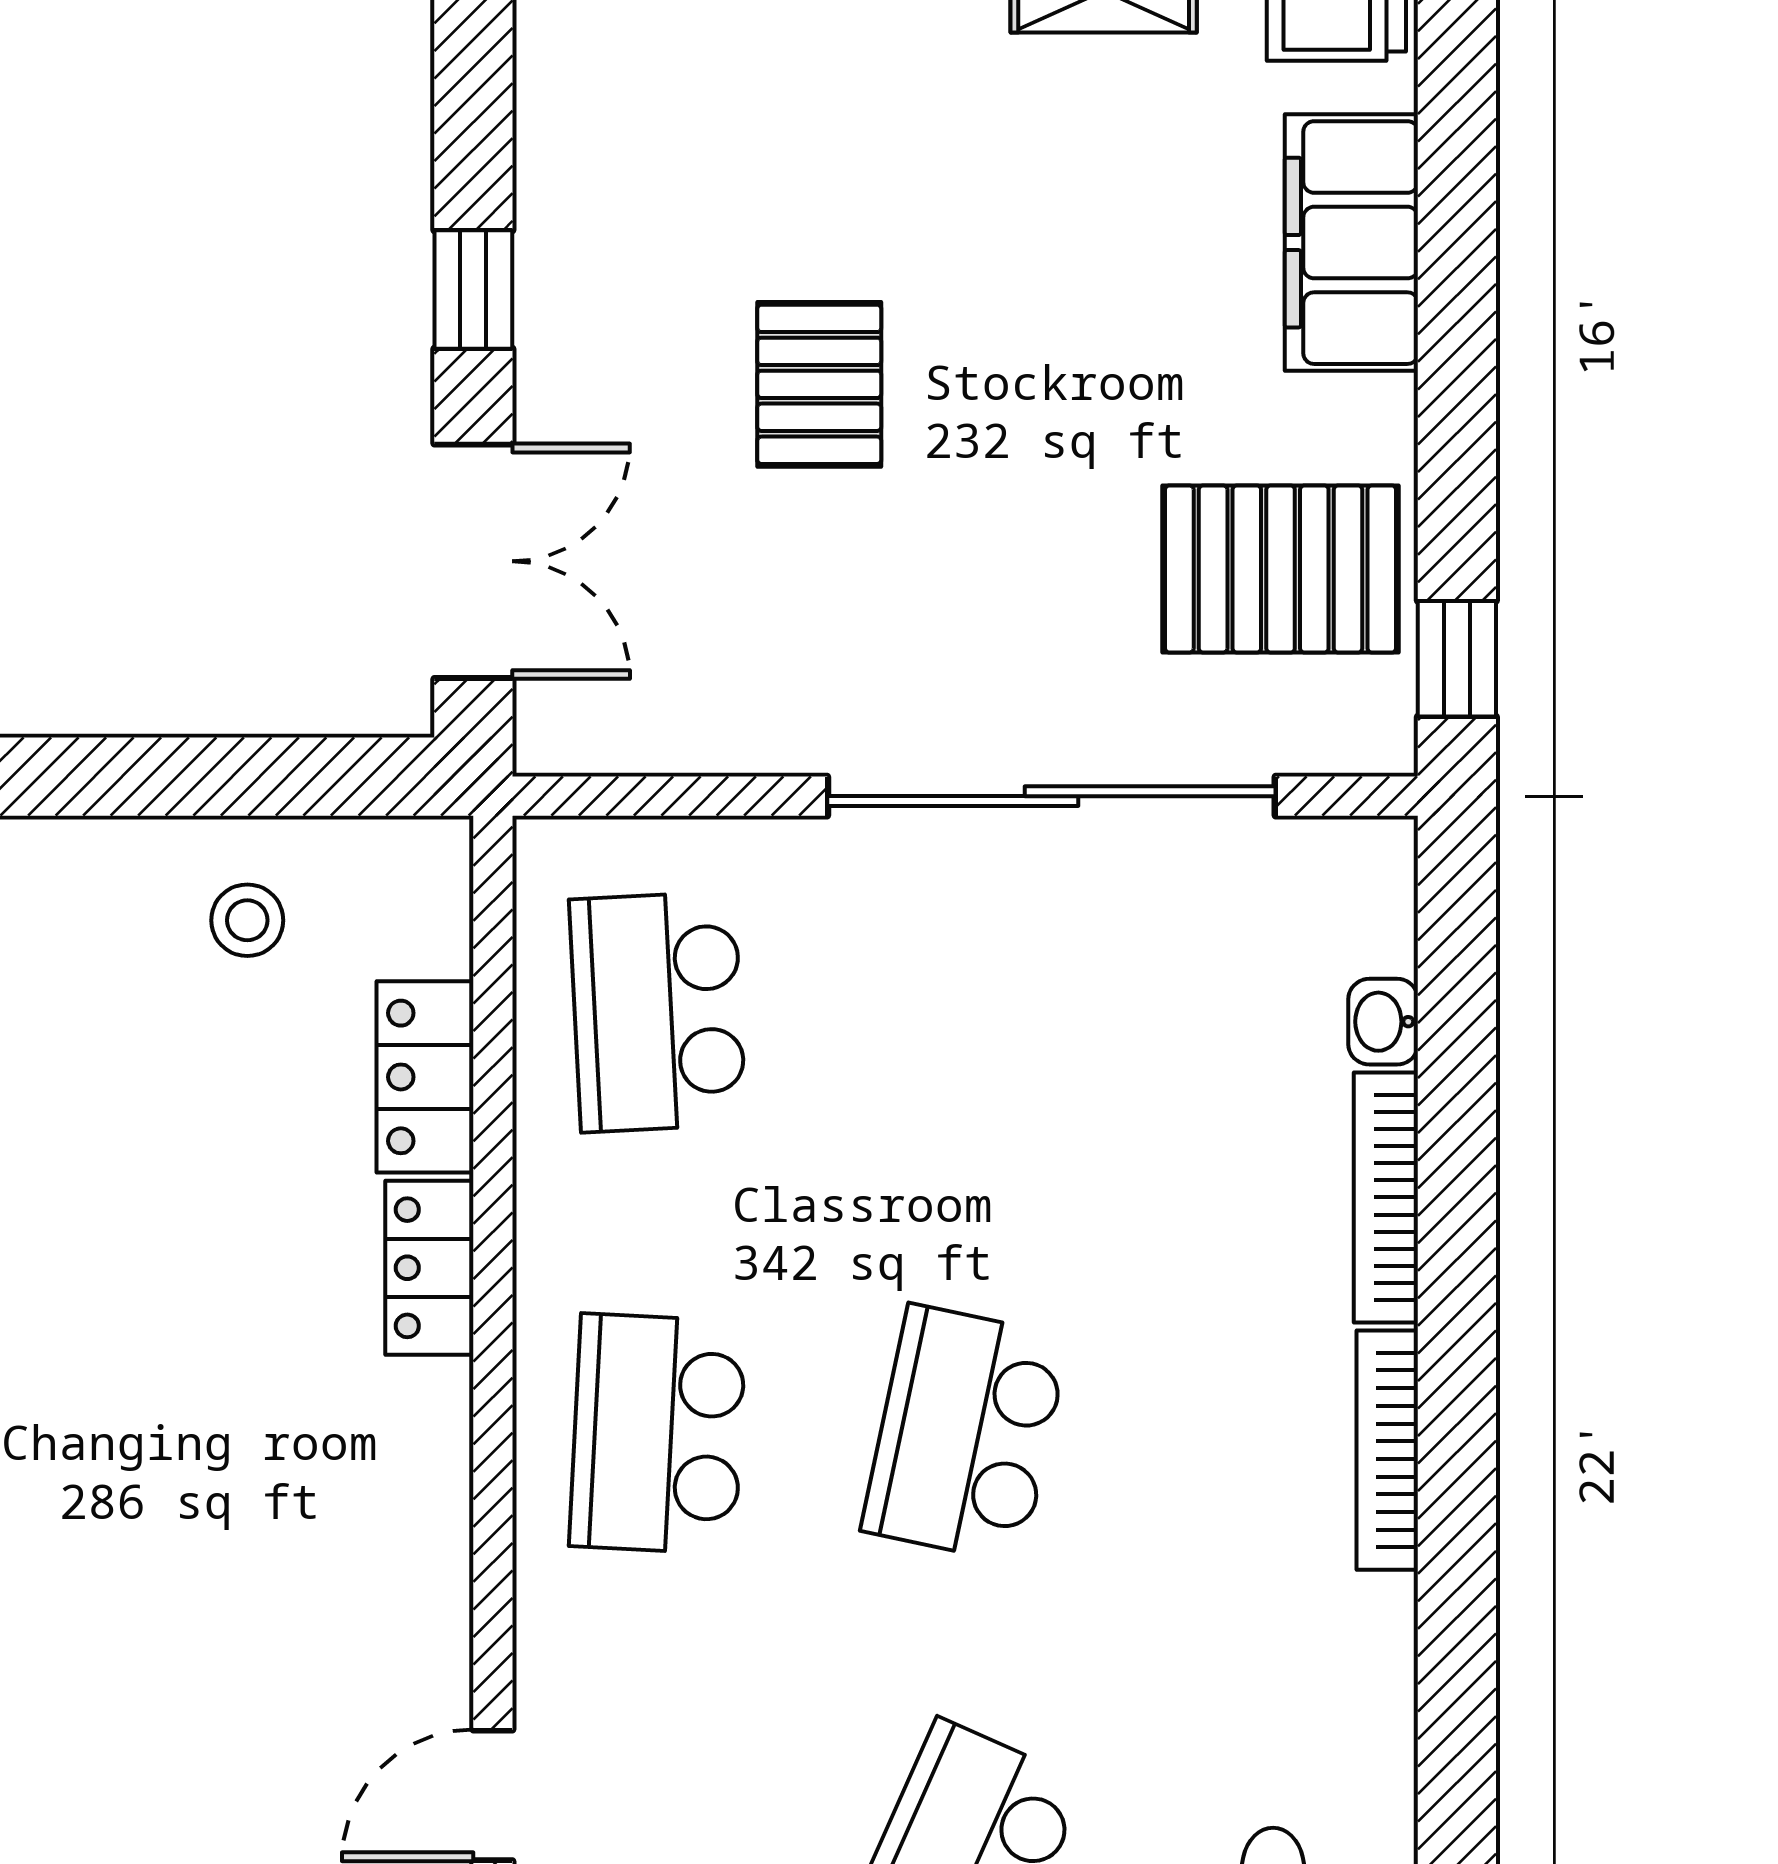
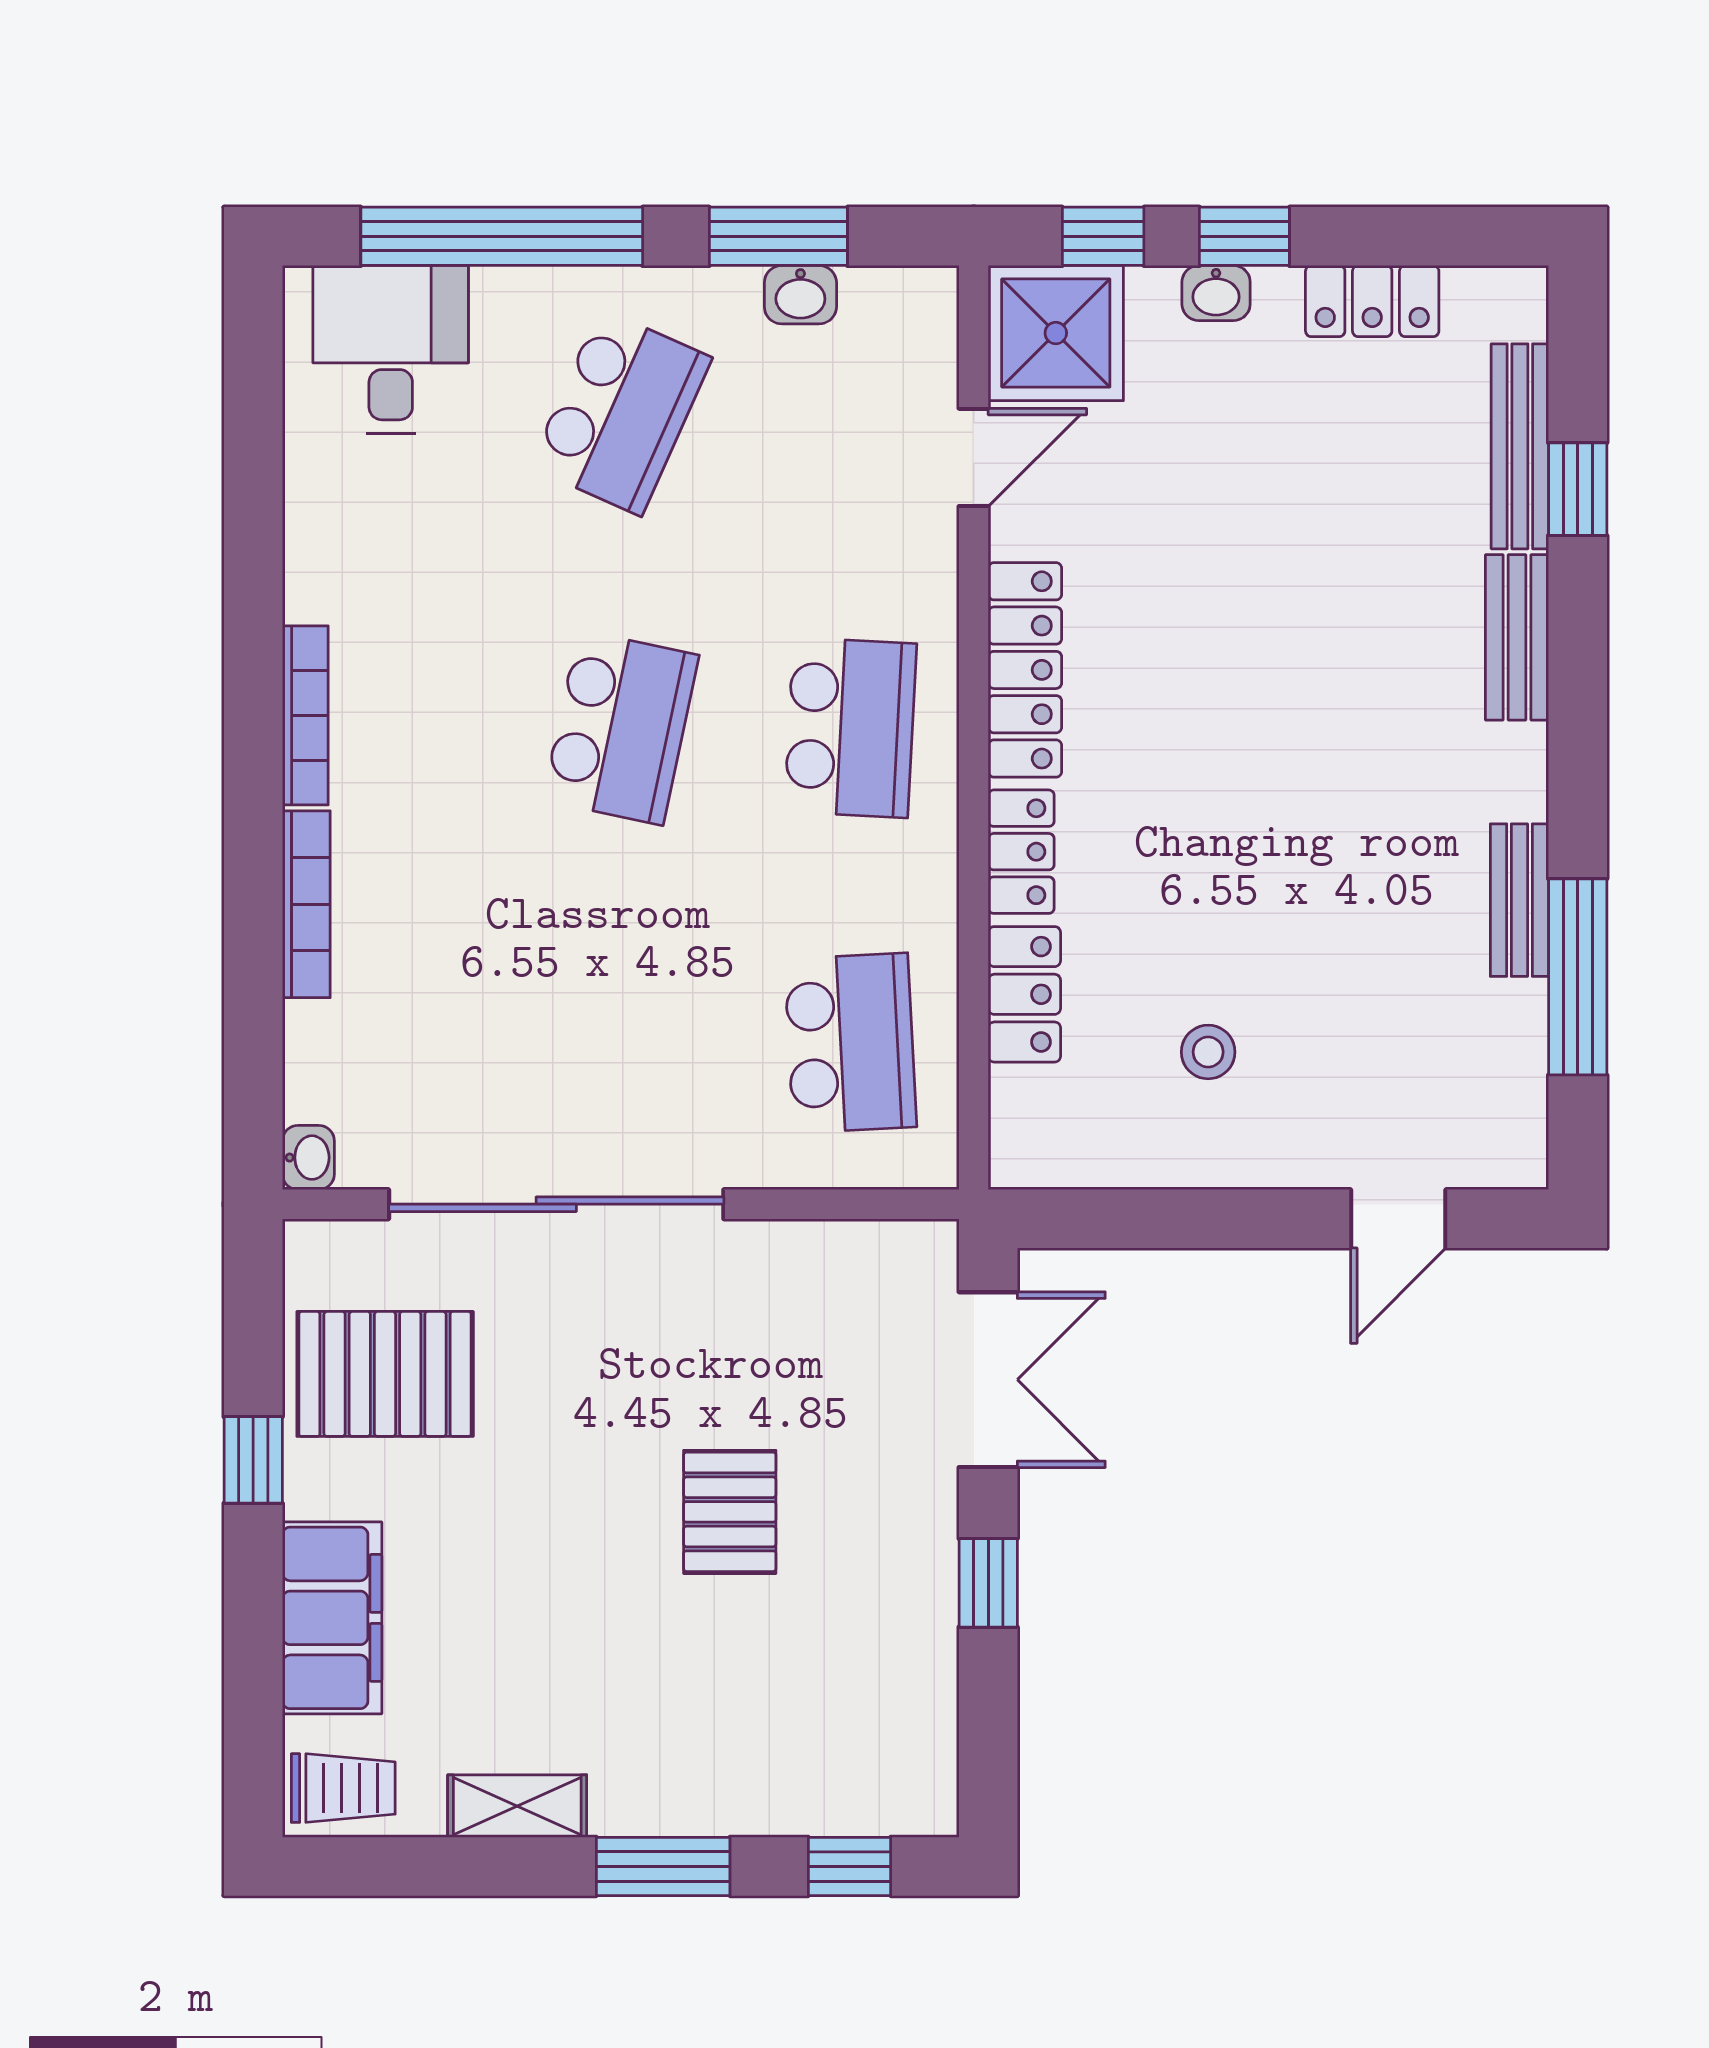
double door: (473, 561) -> (988, 1380), swing flipped
window: (1457, 659) -> (253, 1460), moved
stool: (247, 920) -> (1208, 1052), moved
washbasin: (1383, 1022) -> (308, 1158), moved
locker: (424, 1511) -> (1025, 670), added

